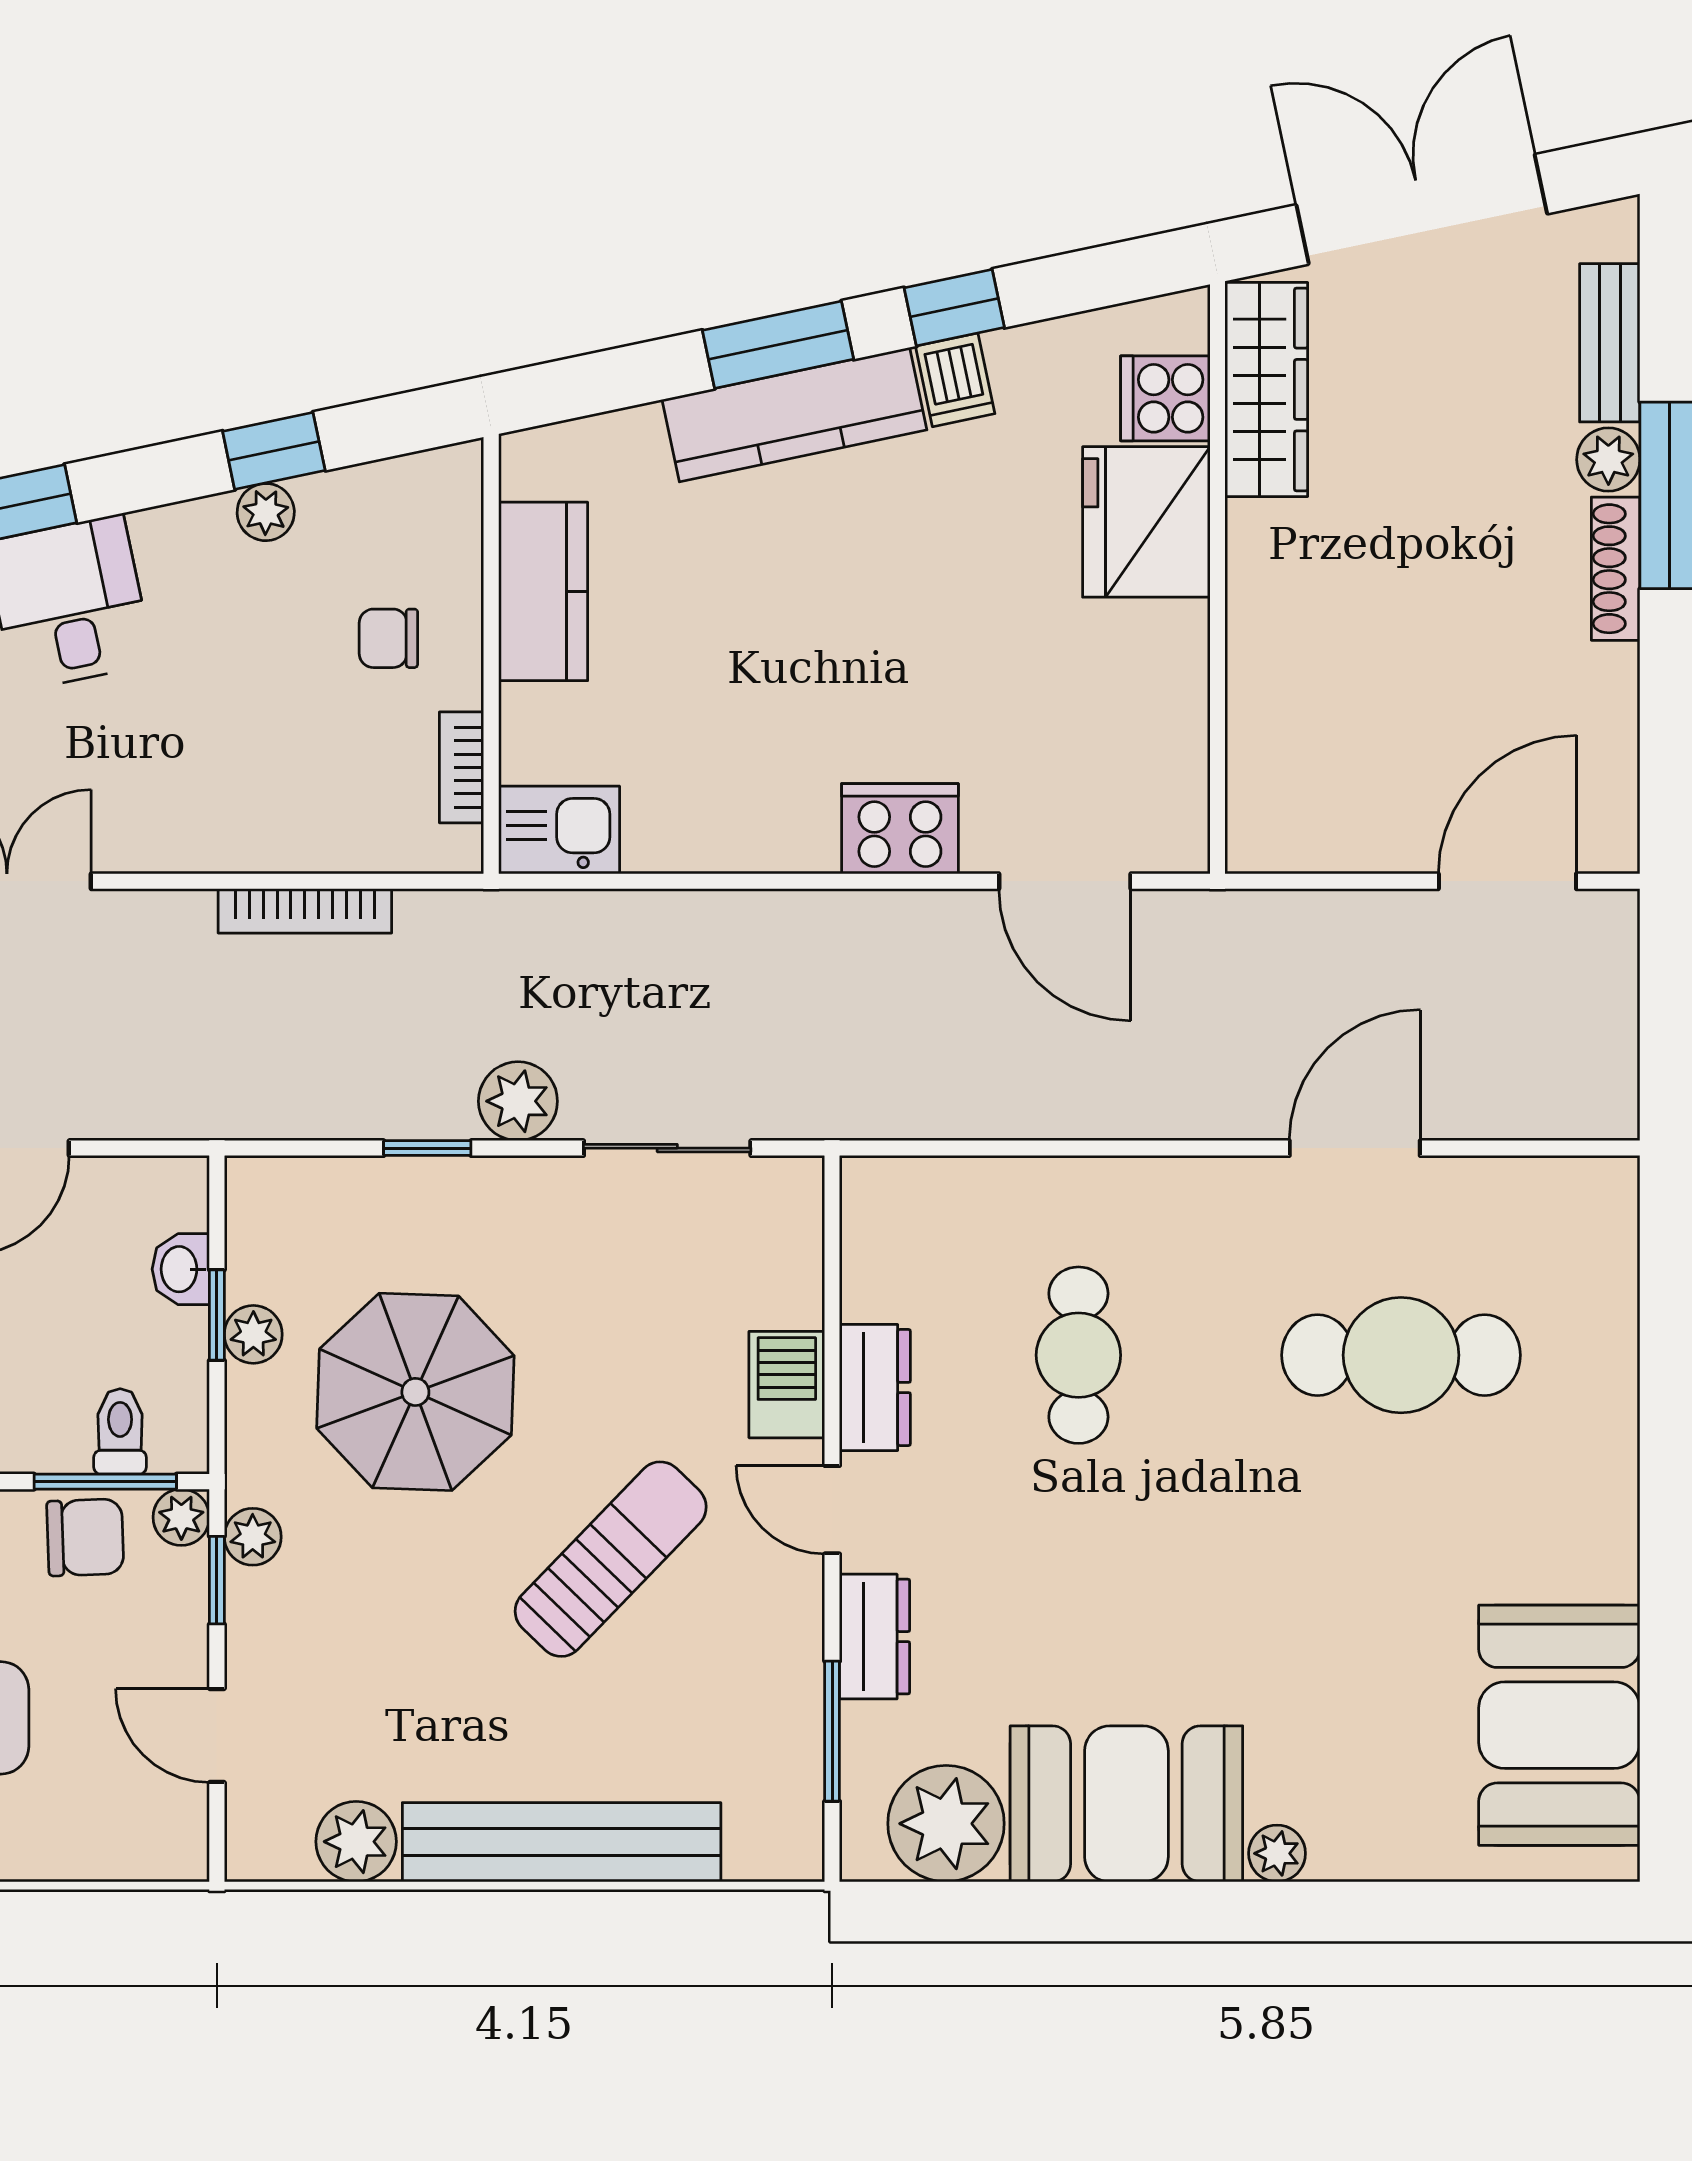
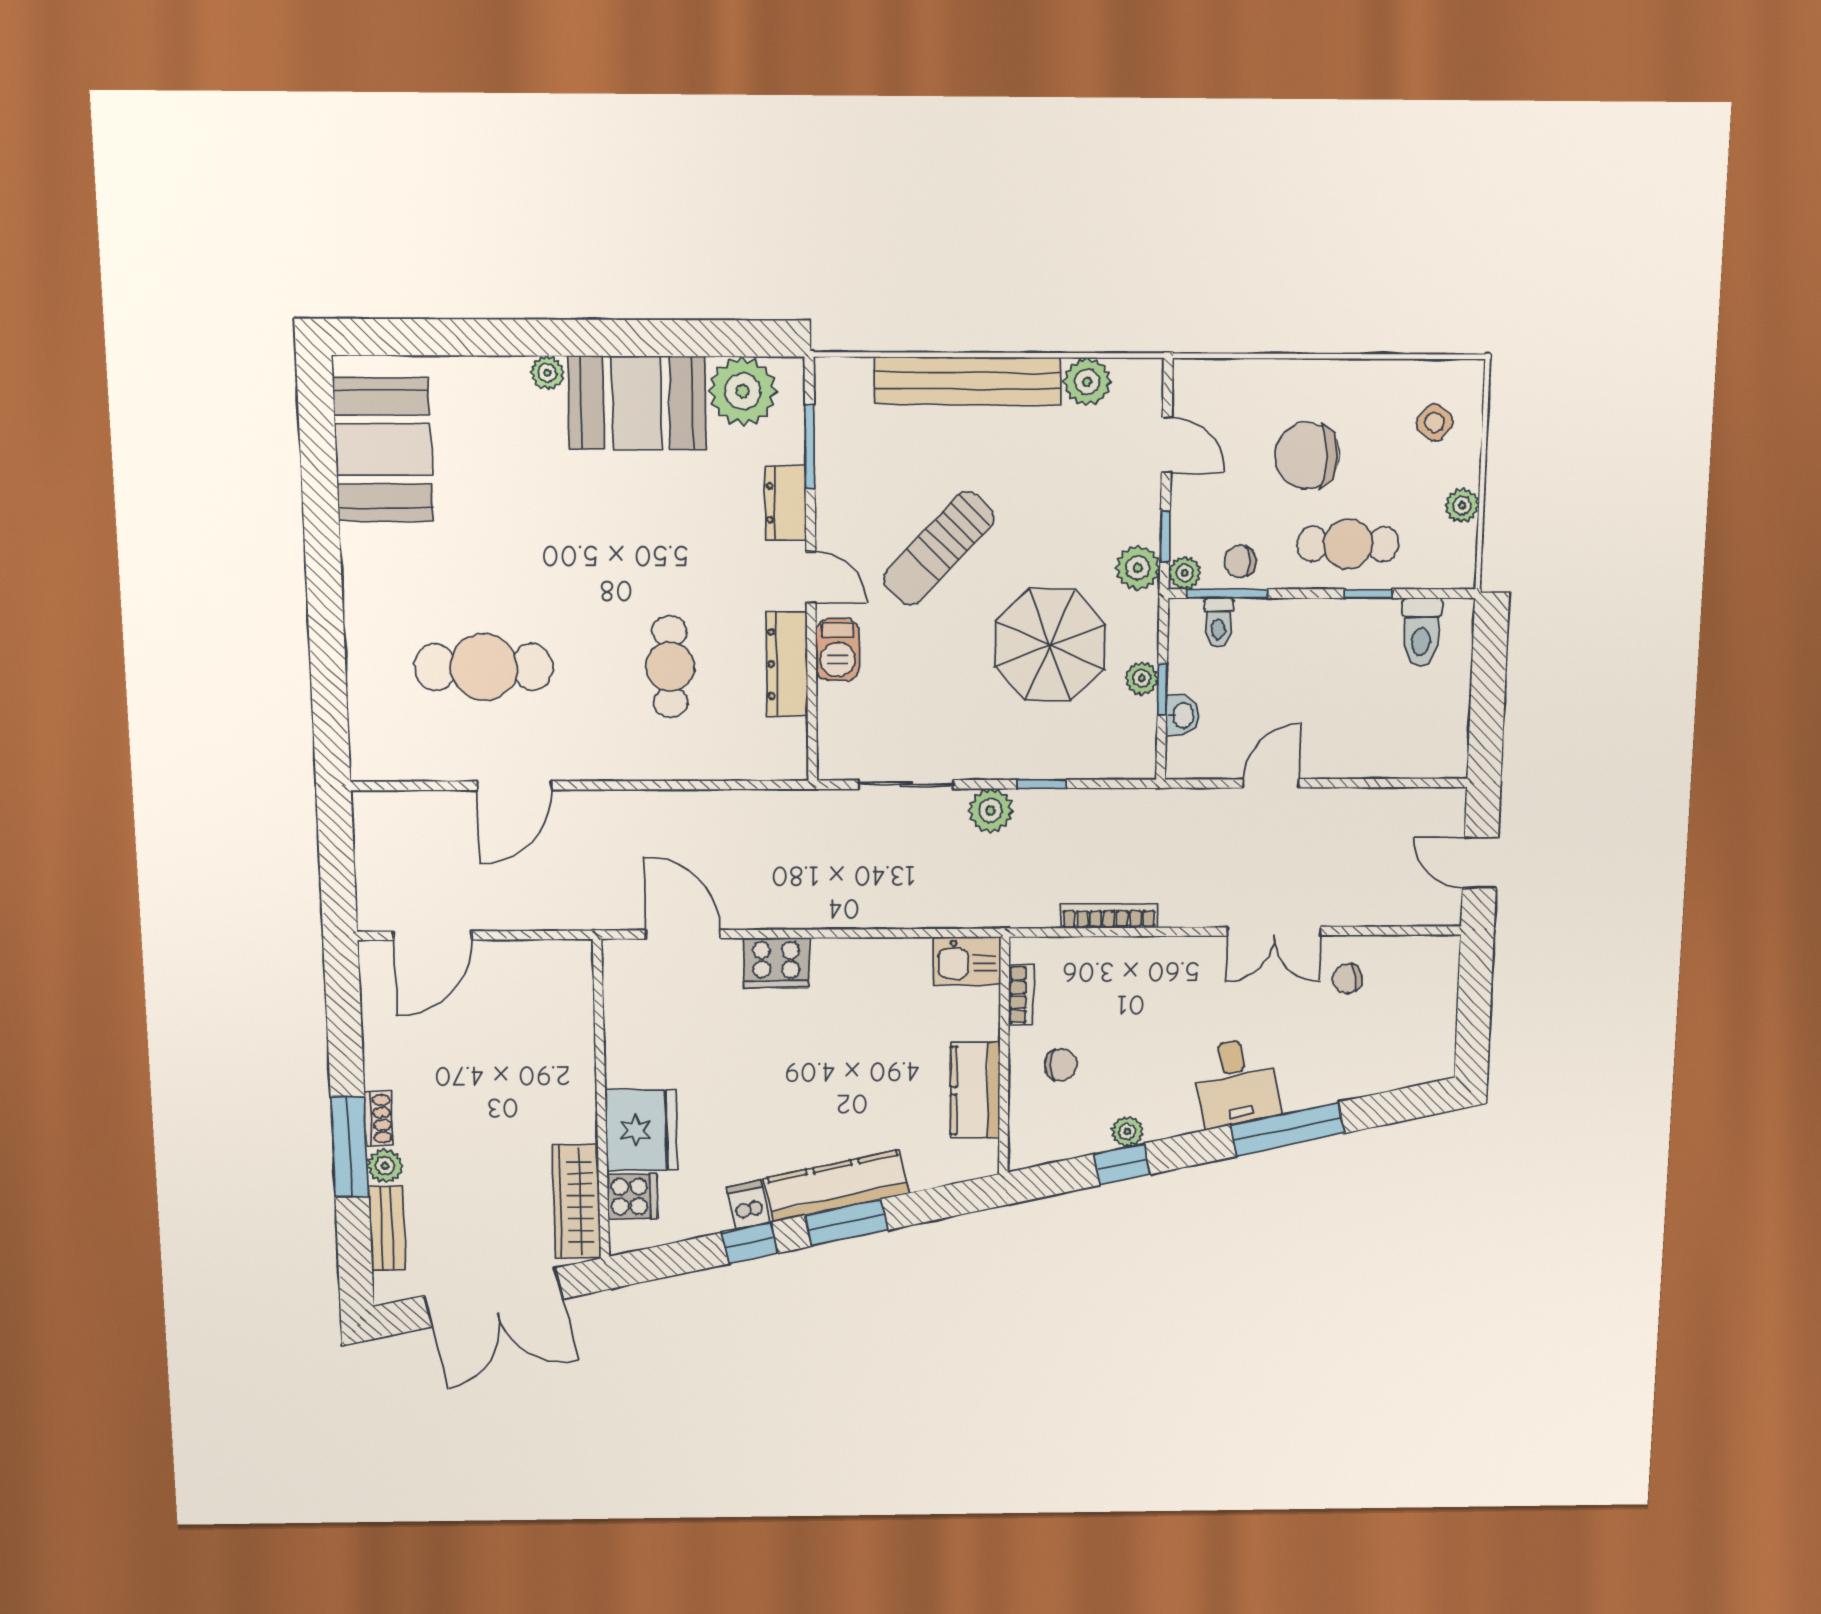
shoe rack: (1616, 569) -> (379, 1119), width x0.70
dresser: (875, 1388) -> (787, 664), width x1.44
chair: (85, 1537) -> (1240, 561), width x0.73, depth x0.73
plant: (253, 1537) -> (1138, 568), width x1.38, depth x1.38

